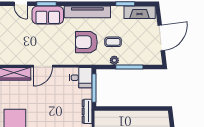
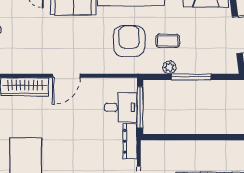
armchair: (86, 42) -> (129, 41), turned 90
desk: (81, 78) -> (121, 107), moved

